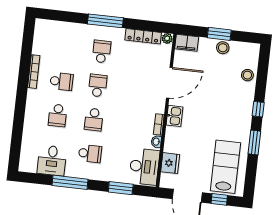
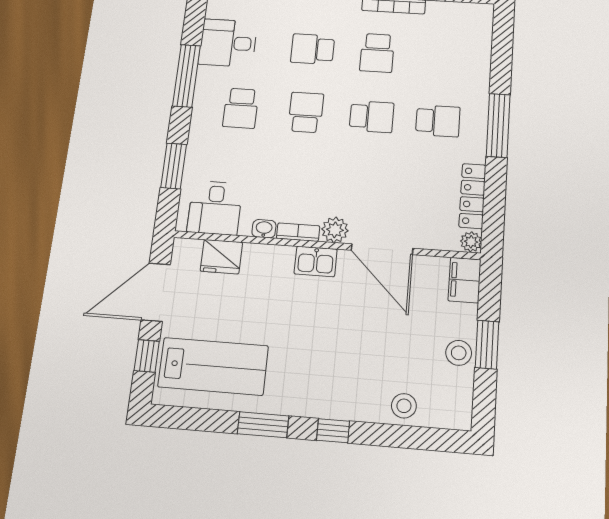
plant: (158, 106) -> (335, 230), added
school desk: (94, 120) -> (306, 112), turned 90
desk: (144, 167) -> (215, 208), width x0.73

